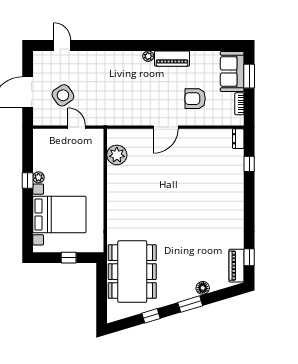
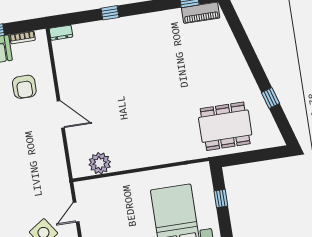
window: (249, 164) -> (110, 13), moved
dining table: (132, 272) -> (225, 126), width x0.73, depth x0.80
floor lamp: (203, 288) -> (231, 46), removed
window: (190, 304) -> (251, 57), removed

